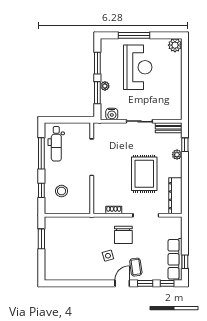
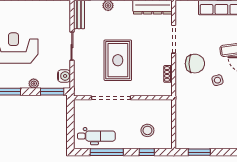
window: (97, 93) -> (52, 92), moved
rug: (144, 174) -> (118, 60), moved, turned 90

